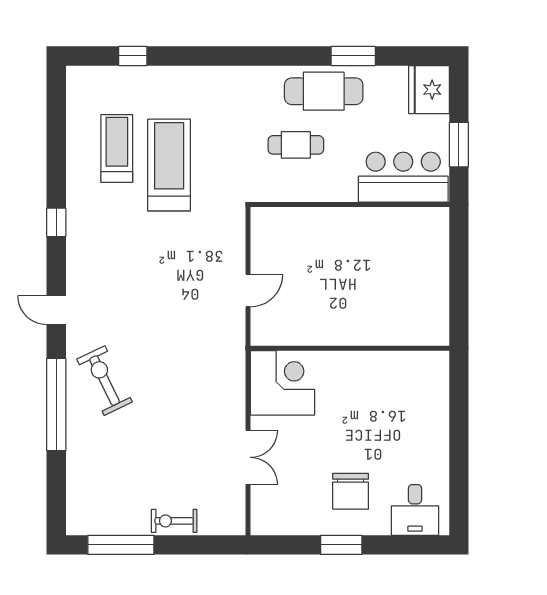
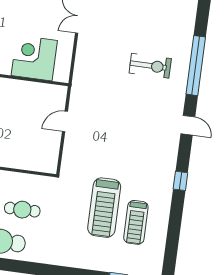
exercise bike: (105, 381) -> (150, 66), moved, turned -64
corner desk: (283, 383) -> (34, 58), moved, turned 90

